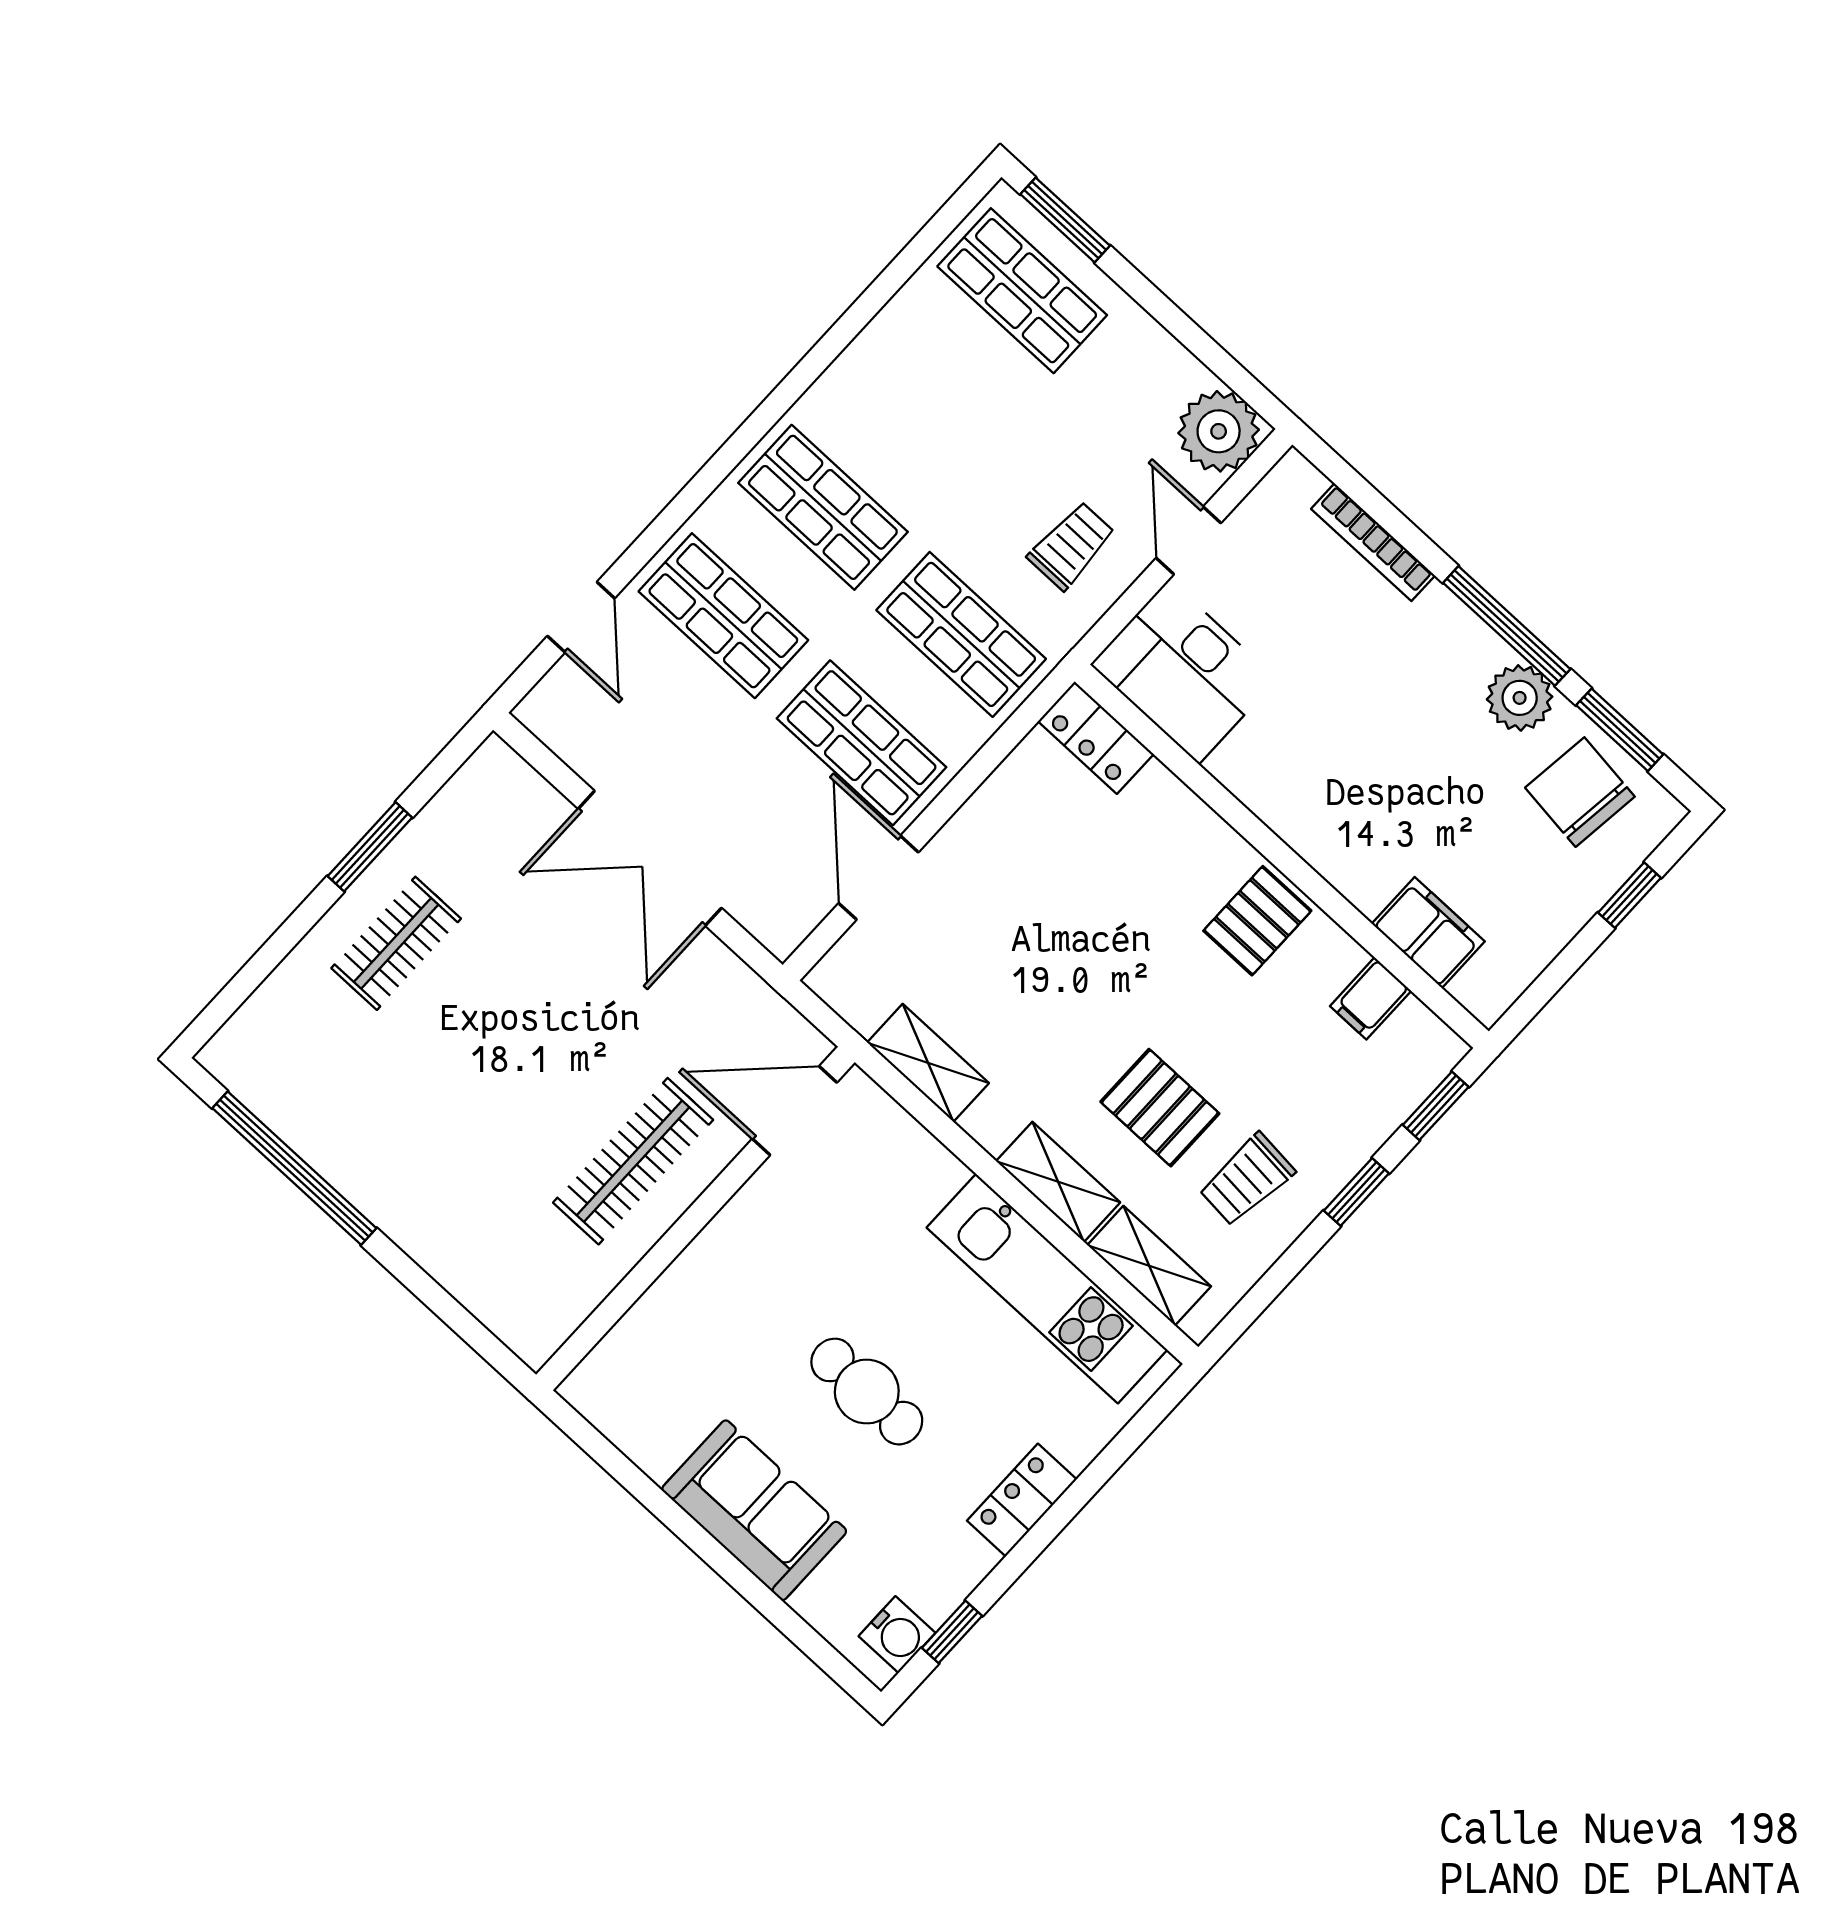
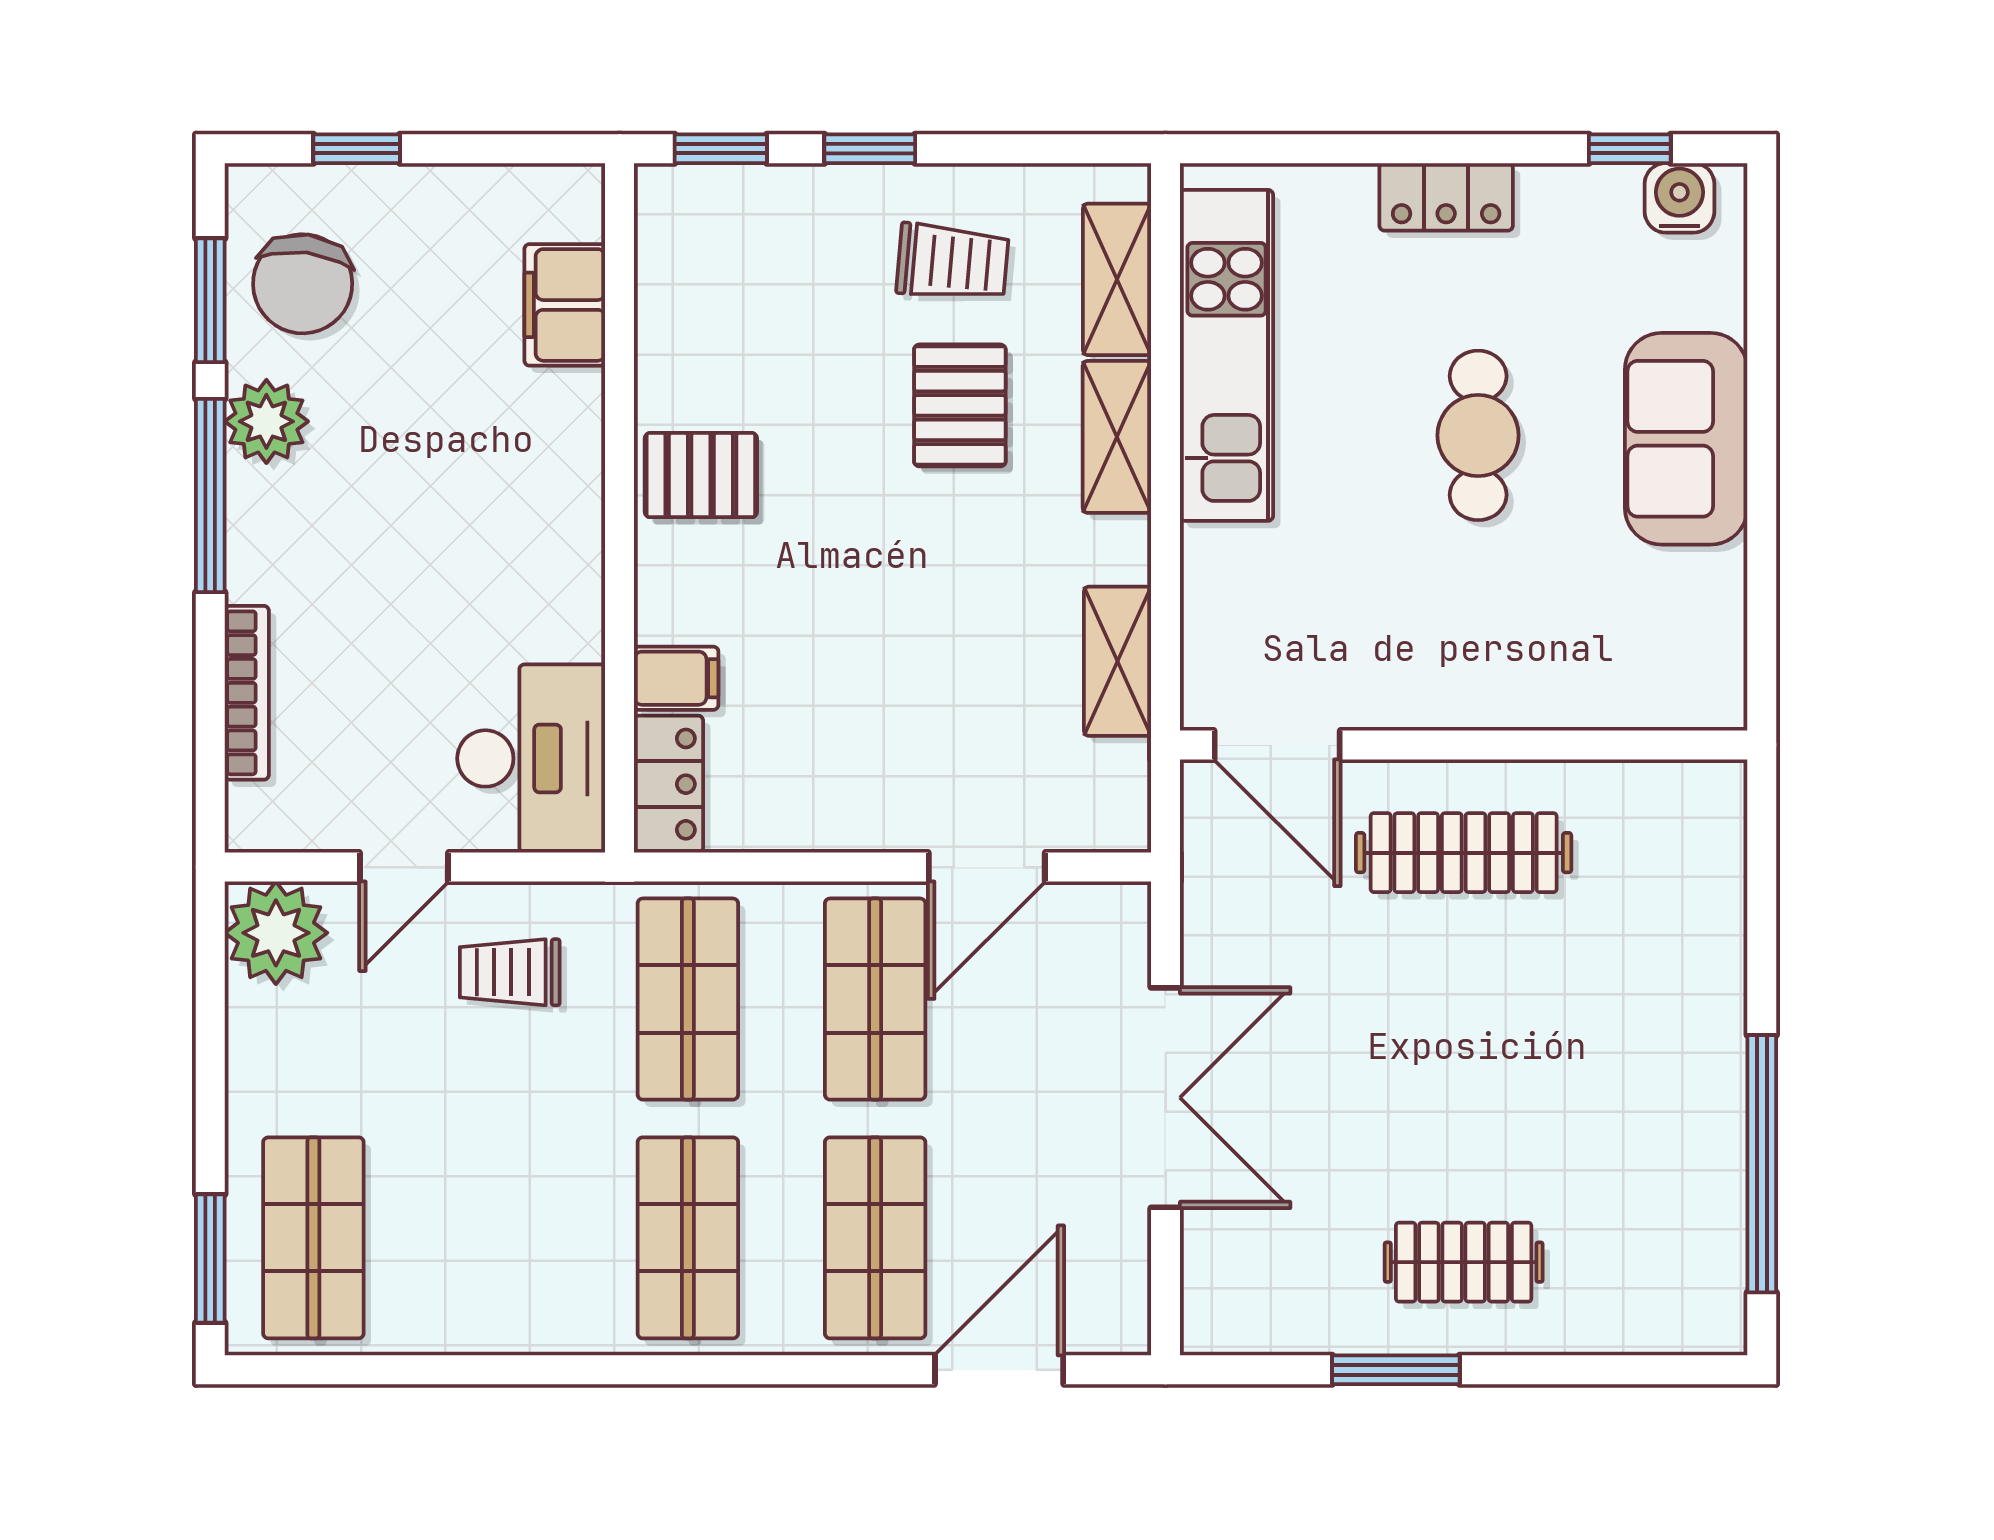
door: (581, 617) -> (999, 1370), width x1.38
filing cabinet: (1371, 998) -> (676, 678), moved

